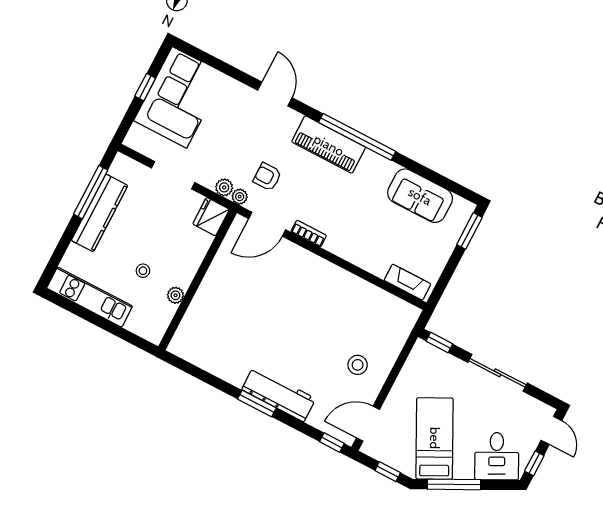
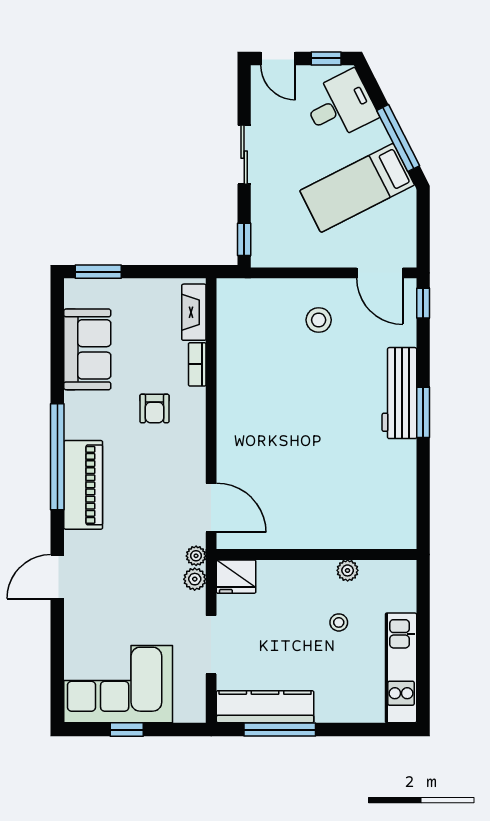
armchair: (267, 177) -> (154, 408), moved
kitchen counter: (100, 213) -> (265, 707), moved
bookcase: (309, 234) -> (197, 364), moved
sliding door: (498, 373) -> (244, 155), width x0.73
door: (551, 430) -> (278, 58), swing flipped
window: (388, 472) -> (423, 222), removed

